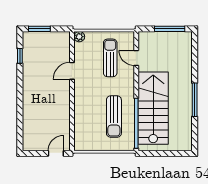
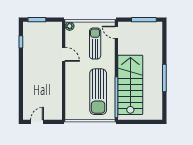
door: (136, 58) -> (116, 32), moved
door: (72, 71) -> (64, 54), swing flipped
sun lounger: (114, 117) -> (98, 92), width x1.36, depth x1.34
door: (56, 153) -> (37, 122), moved

